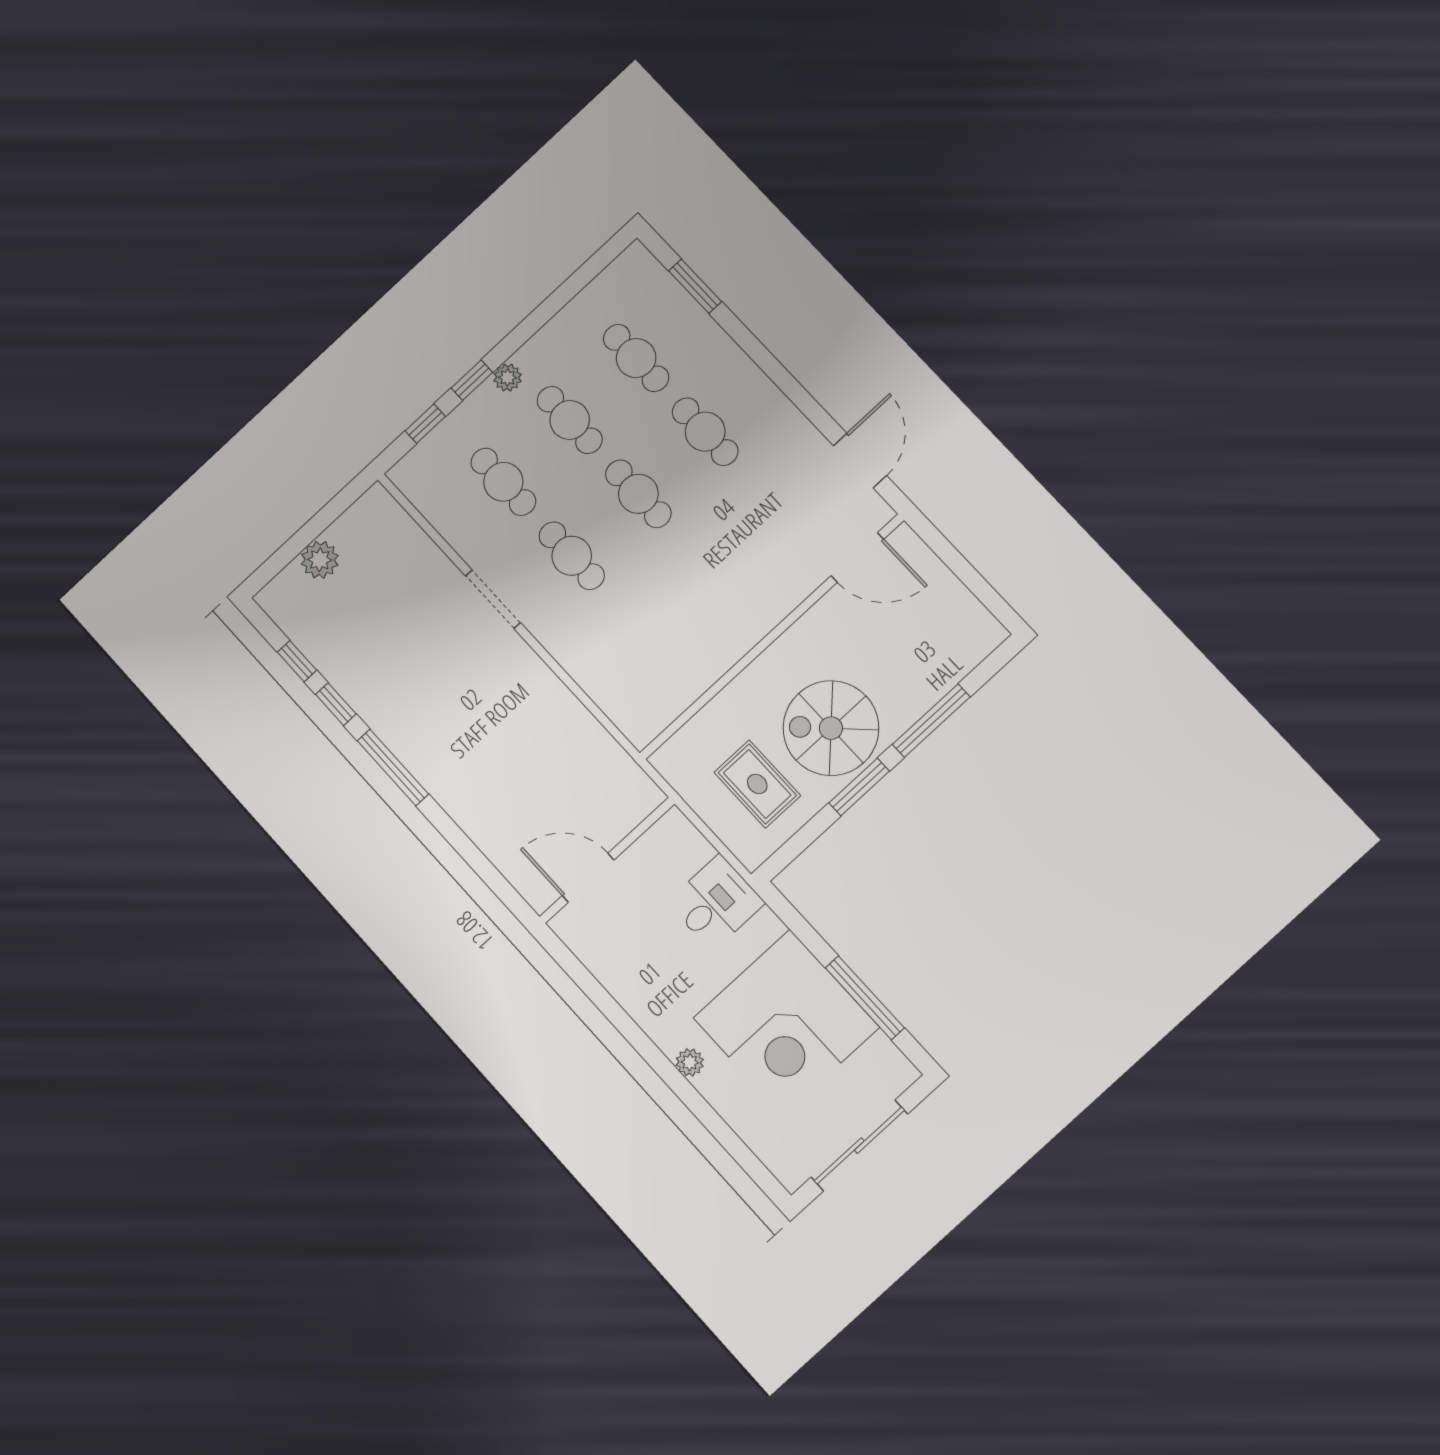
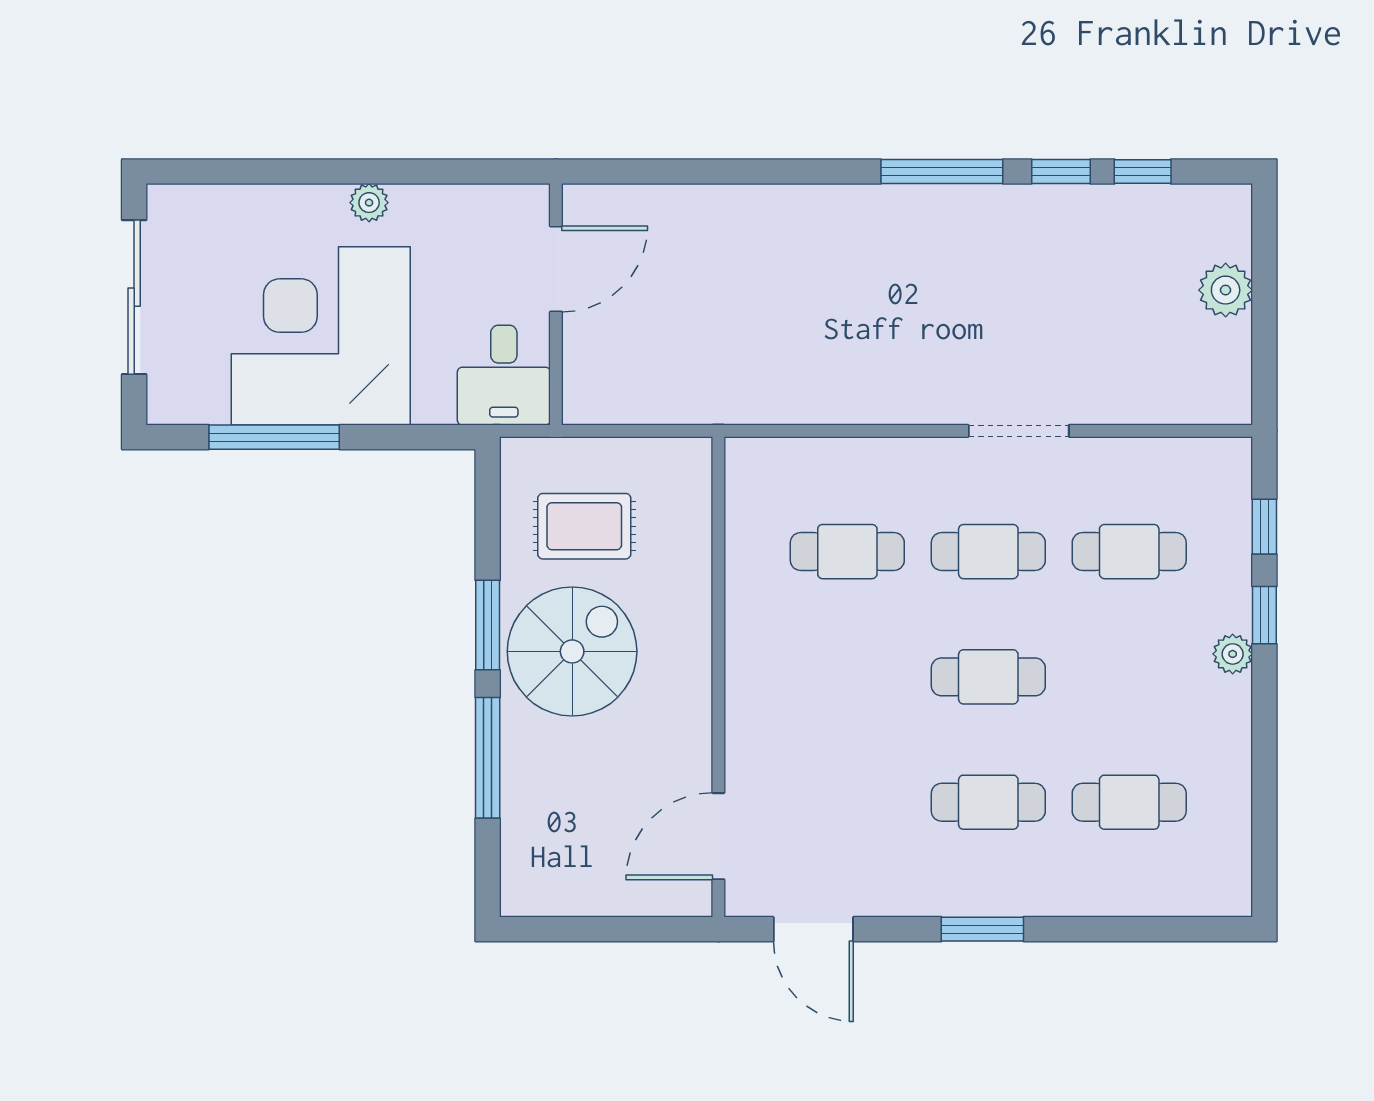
window: (695, 286) -> (982, 929), moved
cafe table: (570, 420) -> (847, 552), moved
wall: (607, 860) -> (556, 304), moved
door: (588, 878) -> (556, 269), moved

